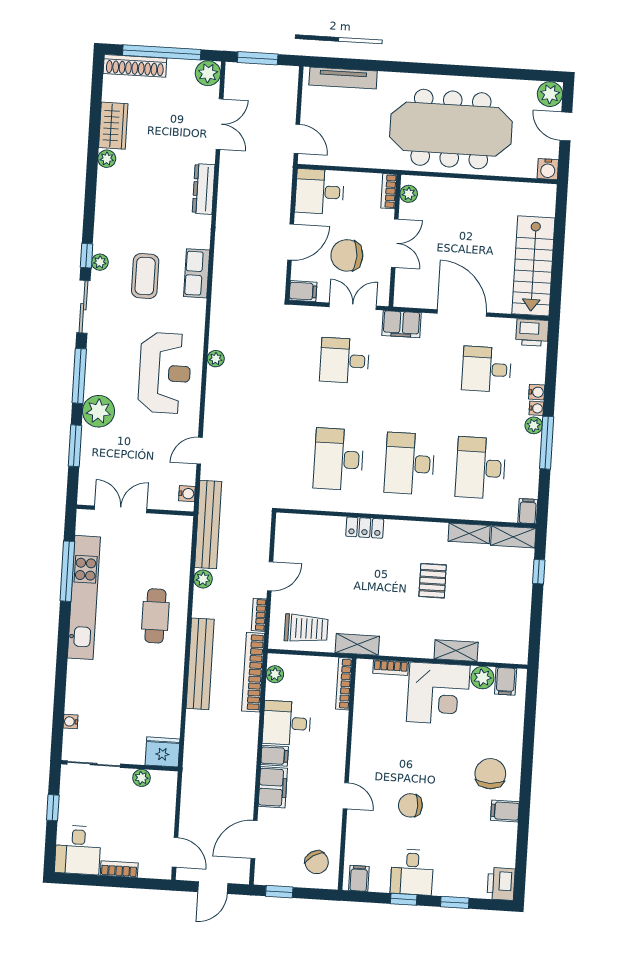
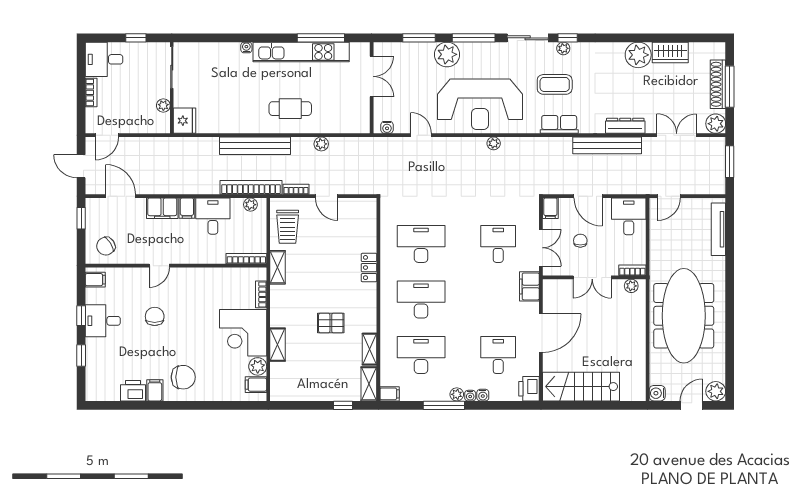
window: (162, 52) -> (730, 87), width x0.68
shoe rack: (135, 66) -> (718, 84), moved
double door: (220, 124) -> (677, 135), swing flipped
plant: (107, 159) -> (638, 55), width x1.88, depth x1.88
chair: (347, 255) -> (580, 241), width x0.54, depth x0.54
reception desk: (165, 373) -> (480, 104), width x1.36, depth x1.30
bench: (208, 525) -> (607, 145), moved
water cooler: (71, 722) -> (246, 47), moved
printer: (501, 884) -> (133, 391), moved

